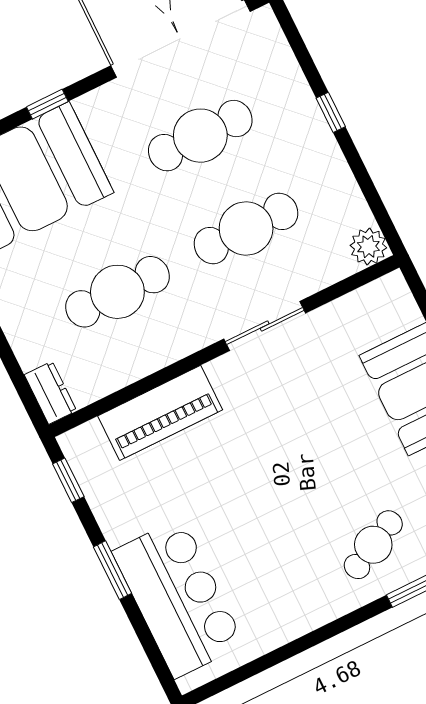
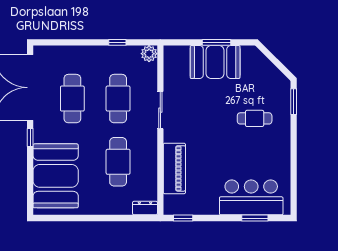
window: (47, 104) -> (30, 137), moved
window: (331, 112) -> (117, 42), moved
cafe table: (373, 545) -> (255, 118), moved, turned -63
window: (113, 570) -> (255, 218), moved

